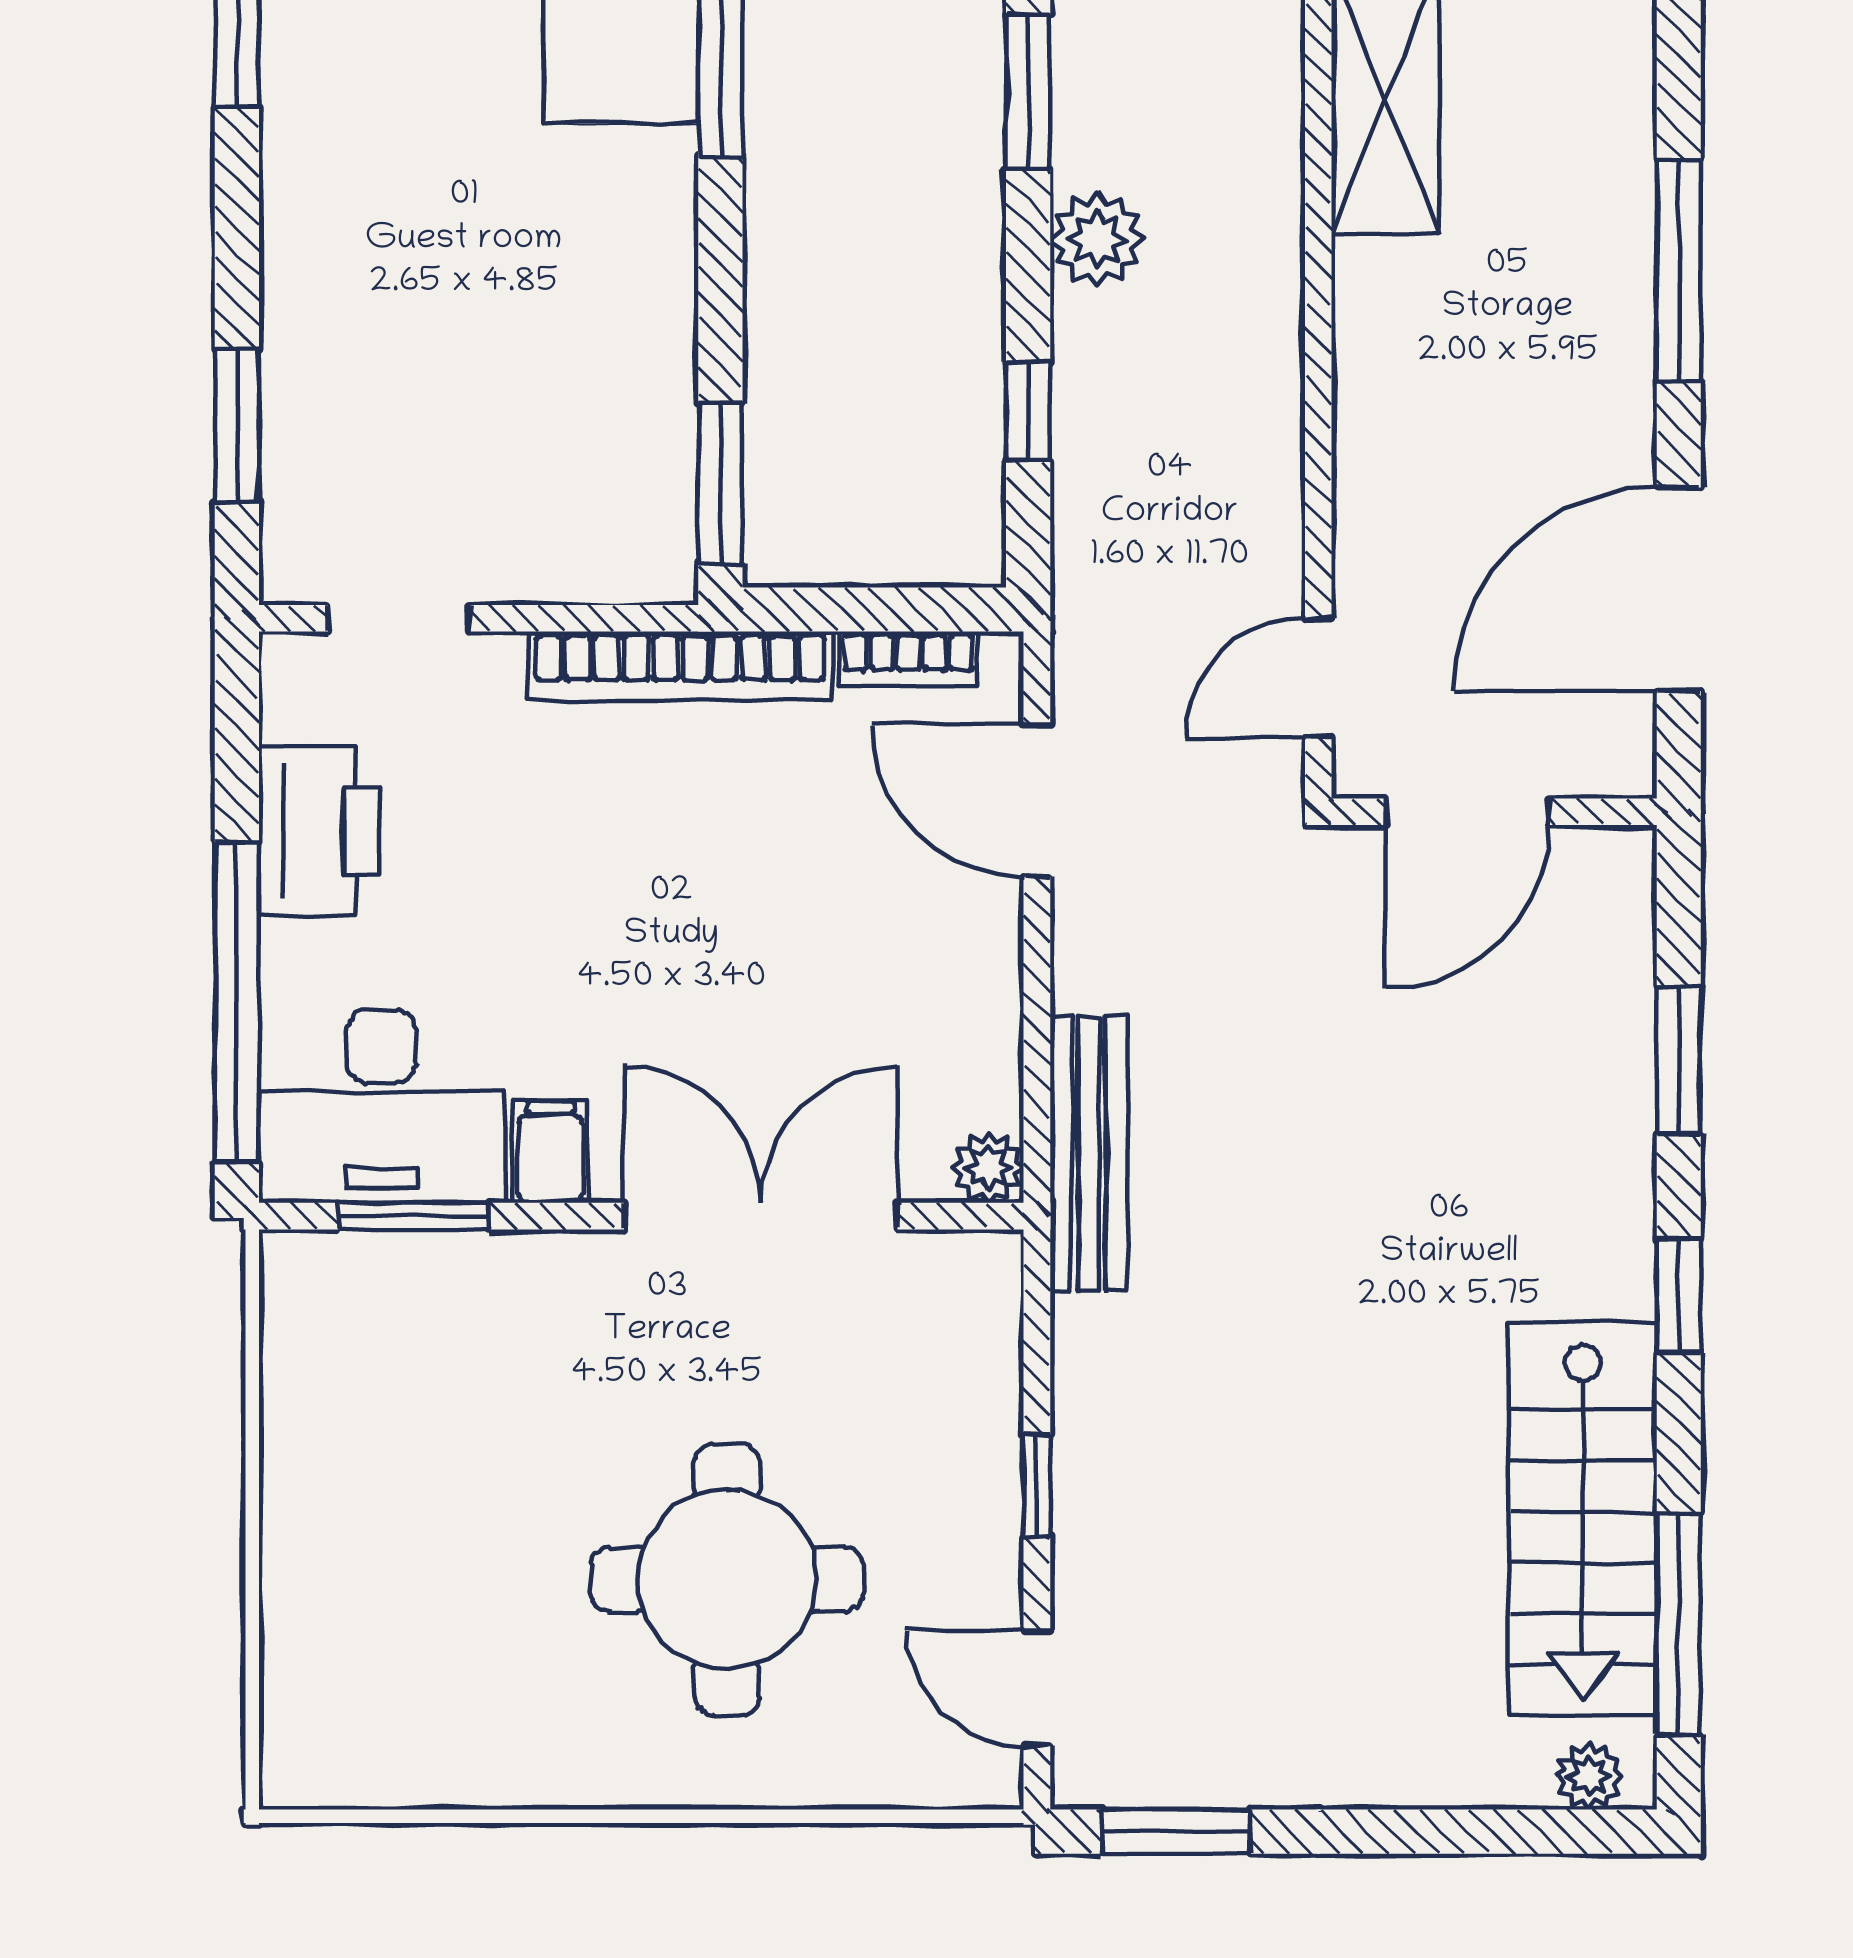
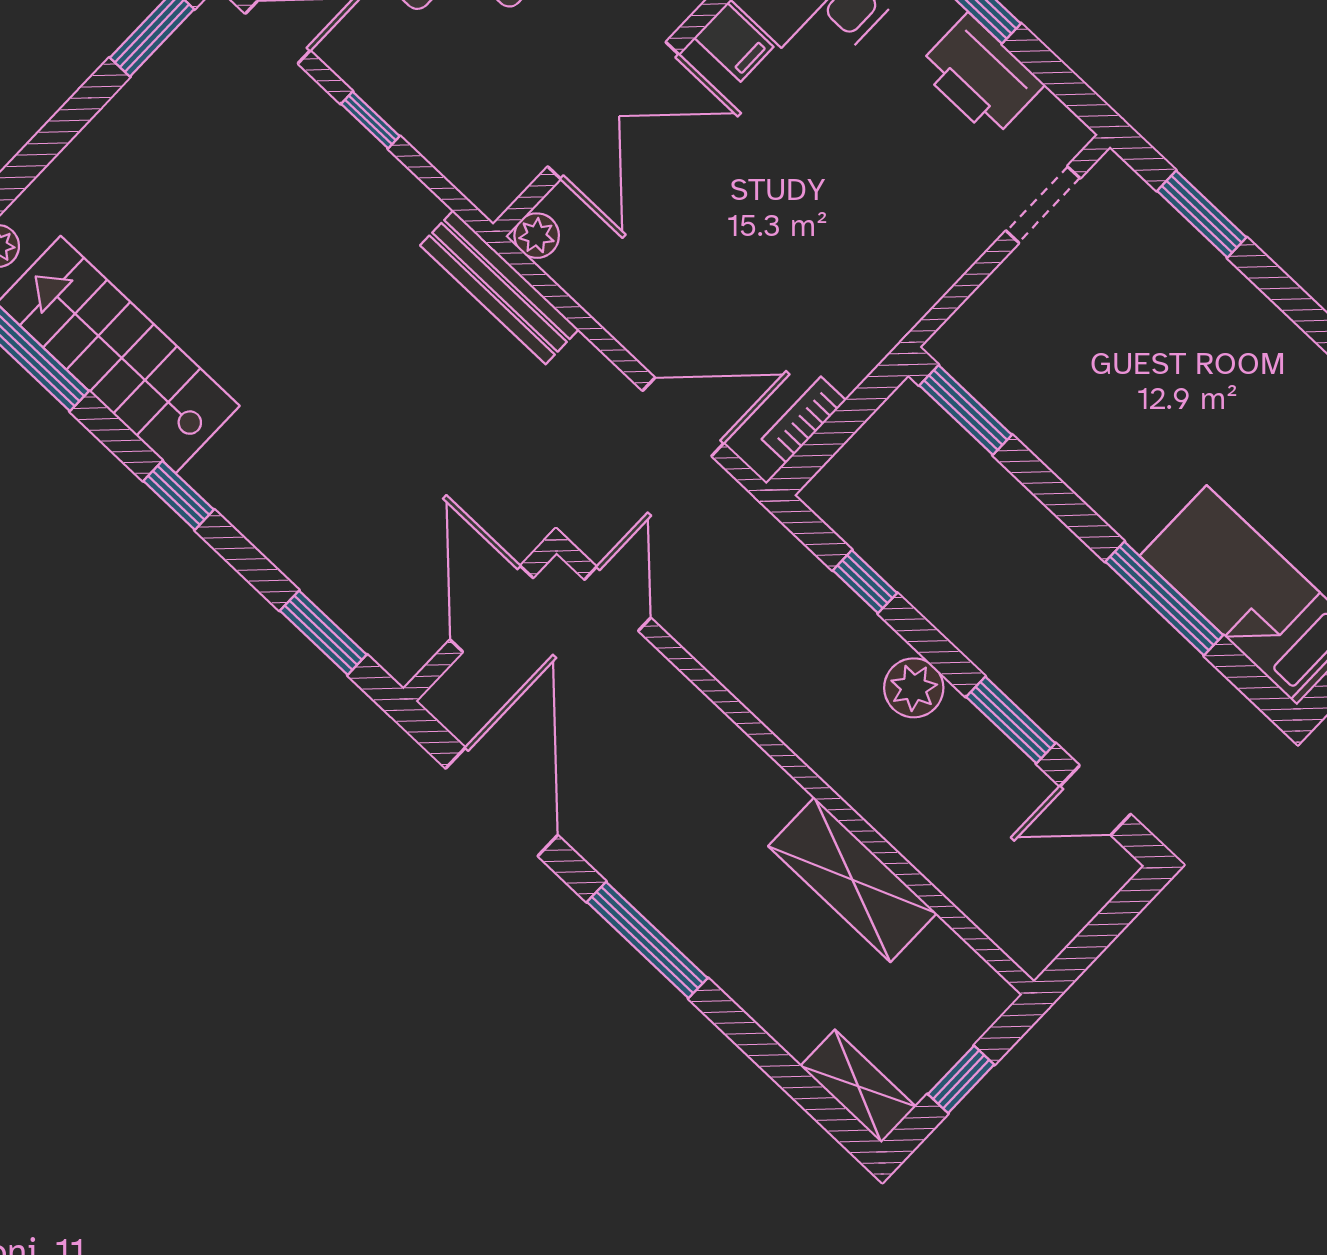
bookcase: (680, 666) -> (899, 312), removed
window: (1679, 1061) -> (323, 633), moved

